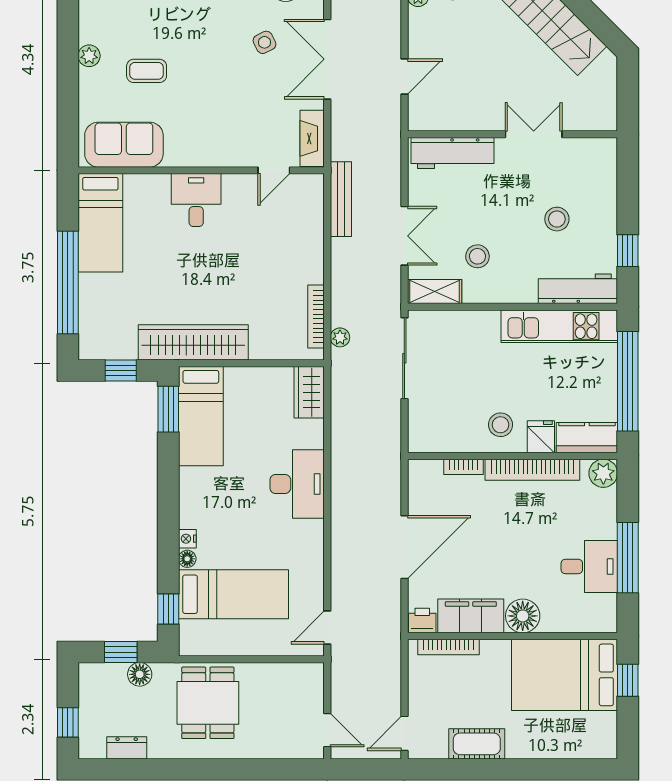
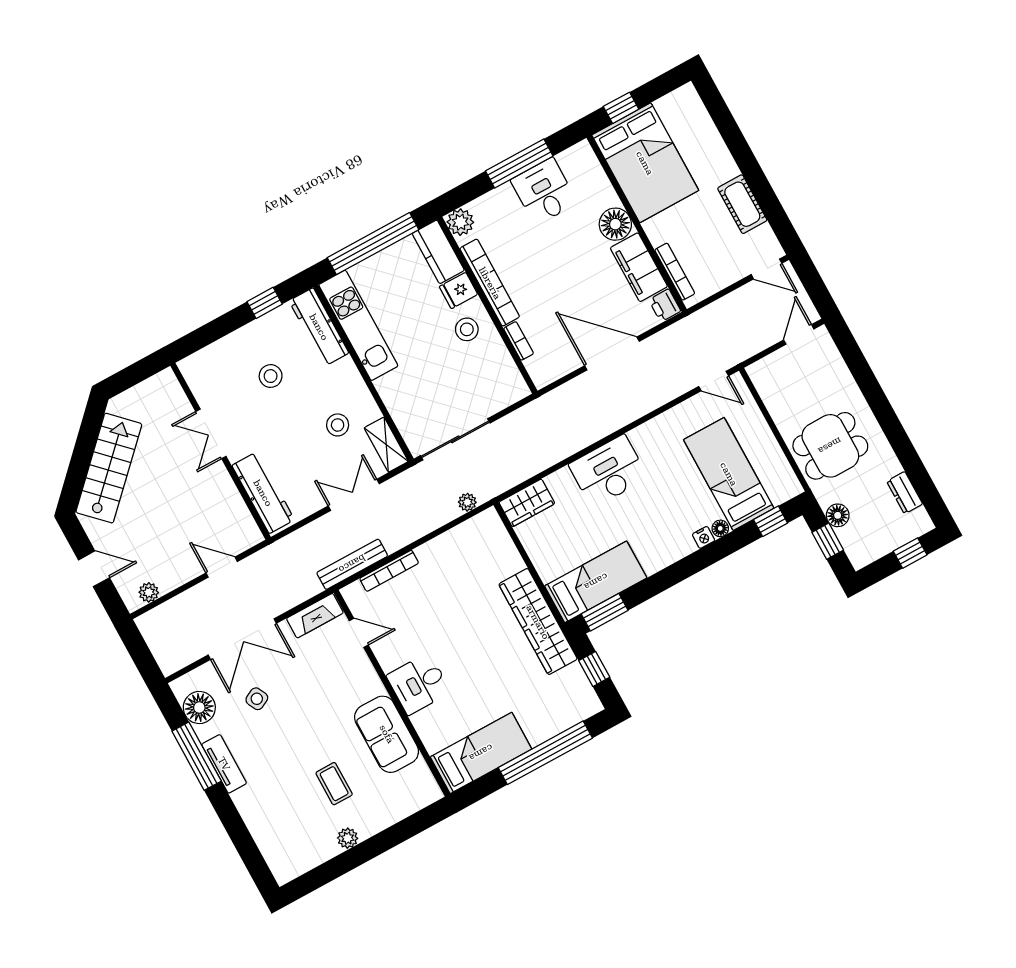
sofa: (124, 145) -> (387, 734), moved
bookcase: (316, 317) -> (389, 571), moved

